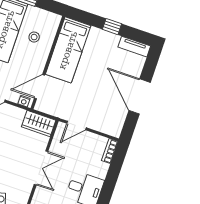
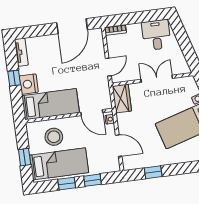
stool: (34, 37) -> (54, 137), width x1.89, depth x1.89
nightstand: (99, 38) -> (29, 84), added
door: (140, 96) -> (72, 26), moved
door: (77, 126) -> (108, 67), hinge flipped

